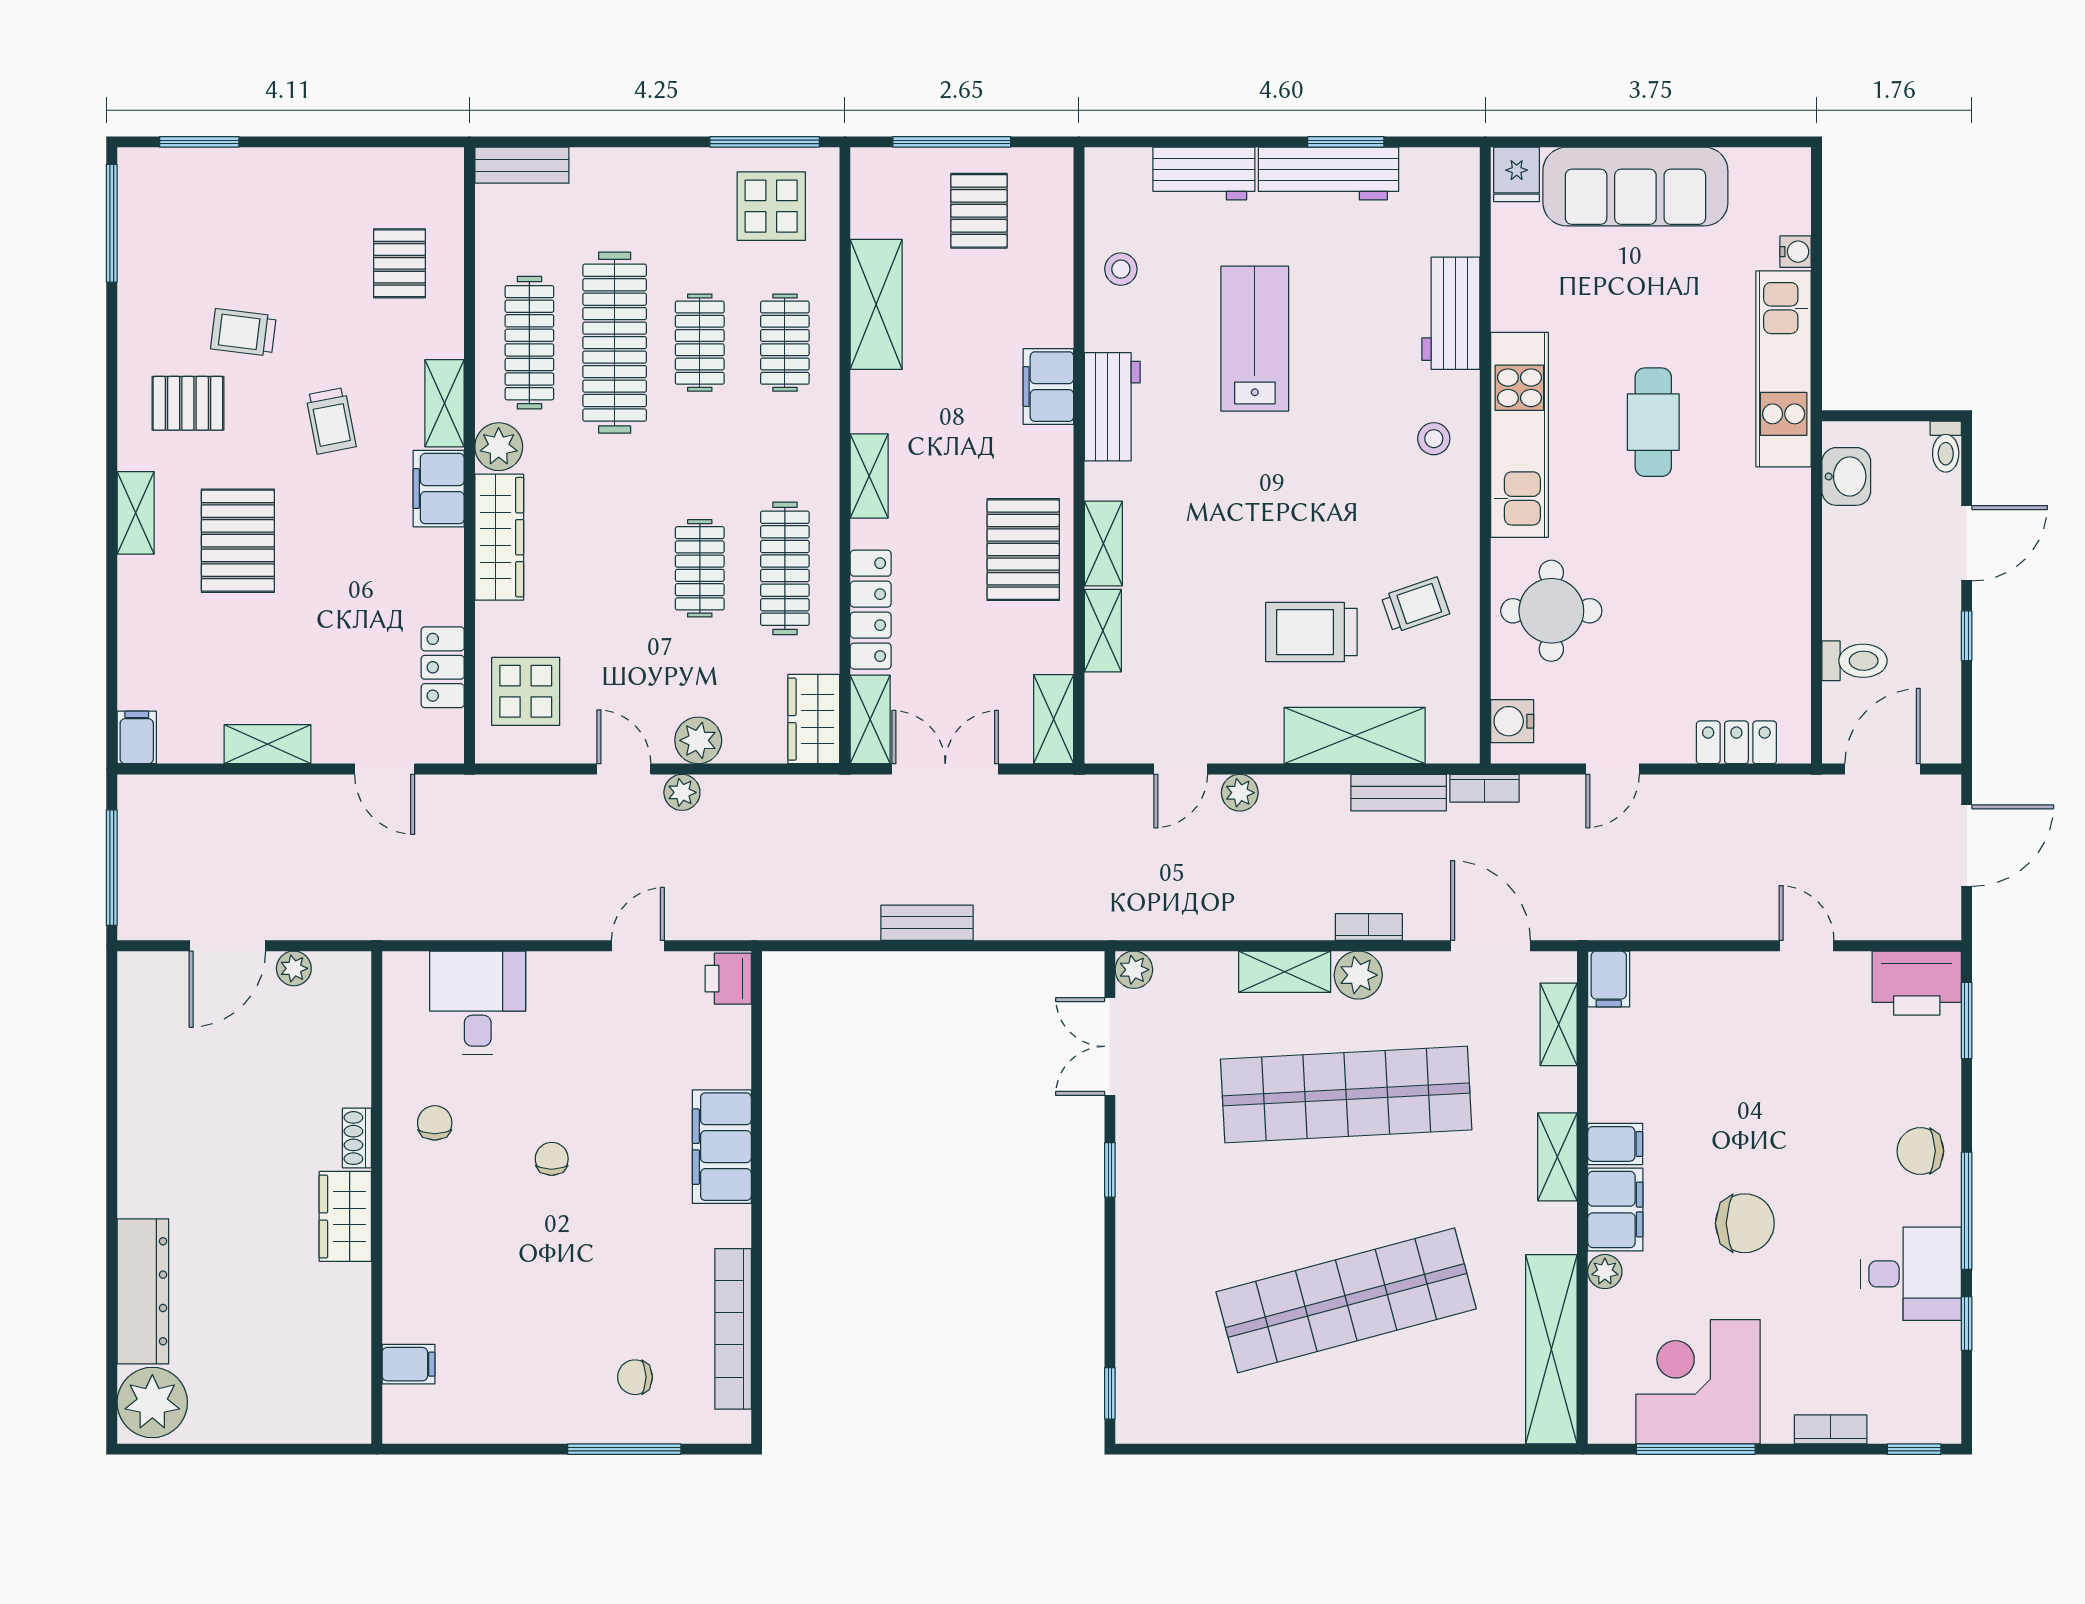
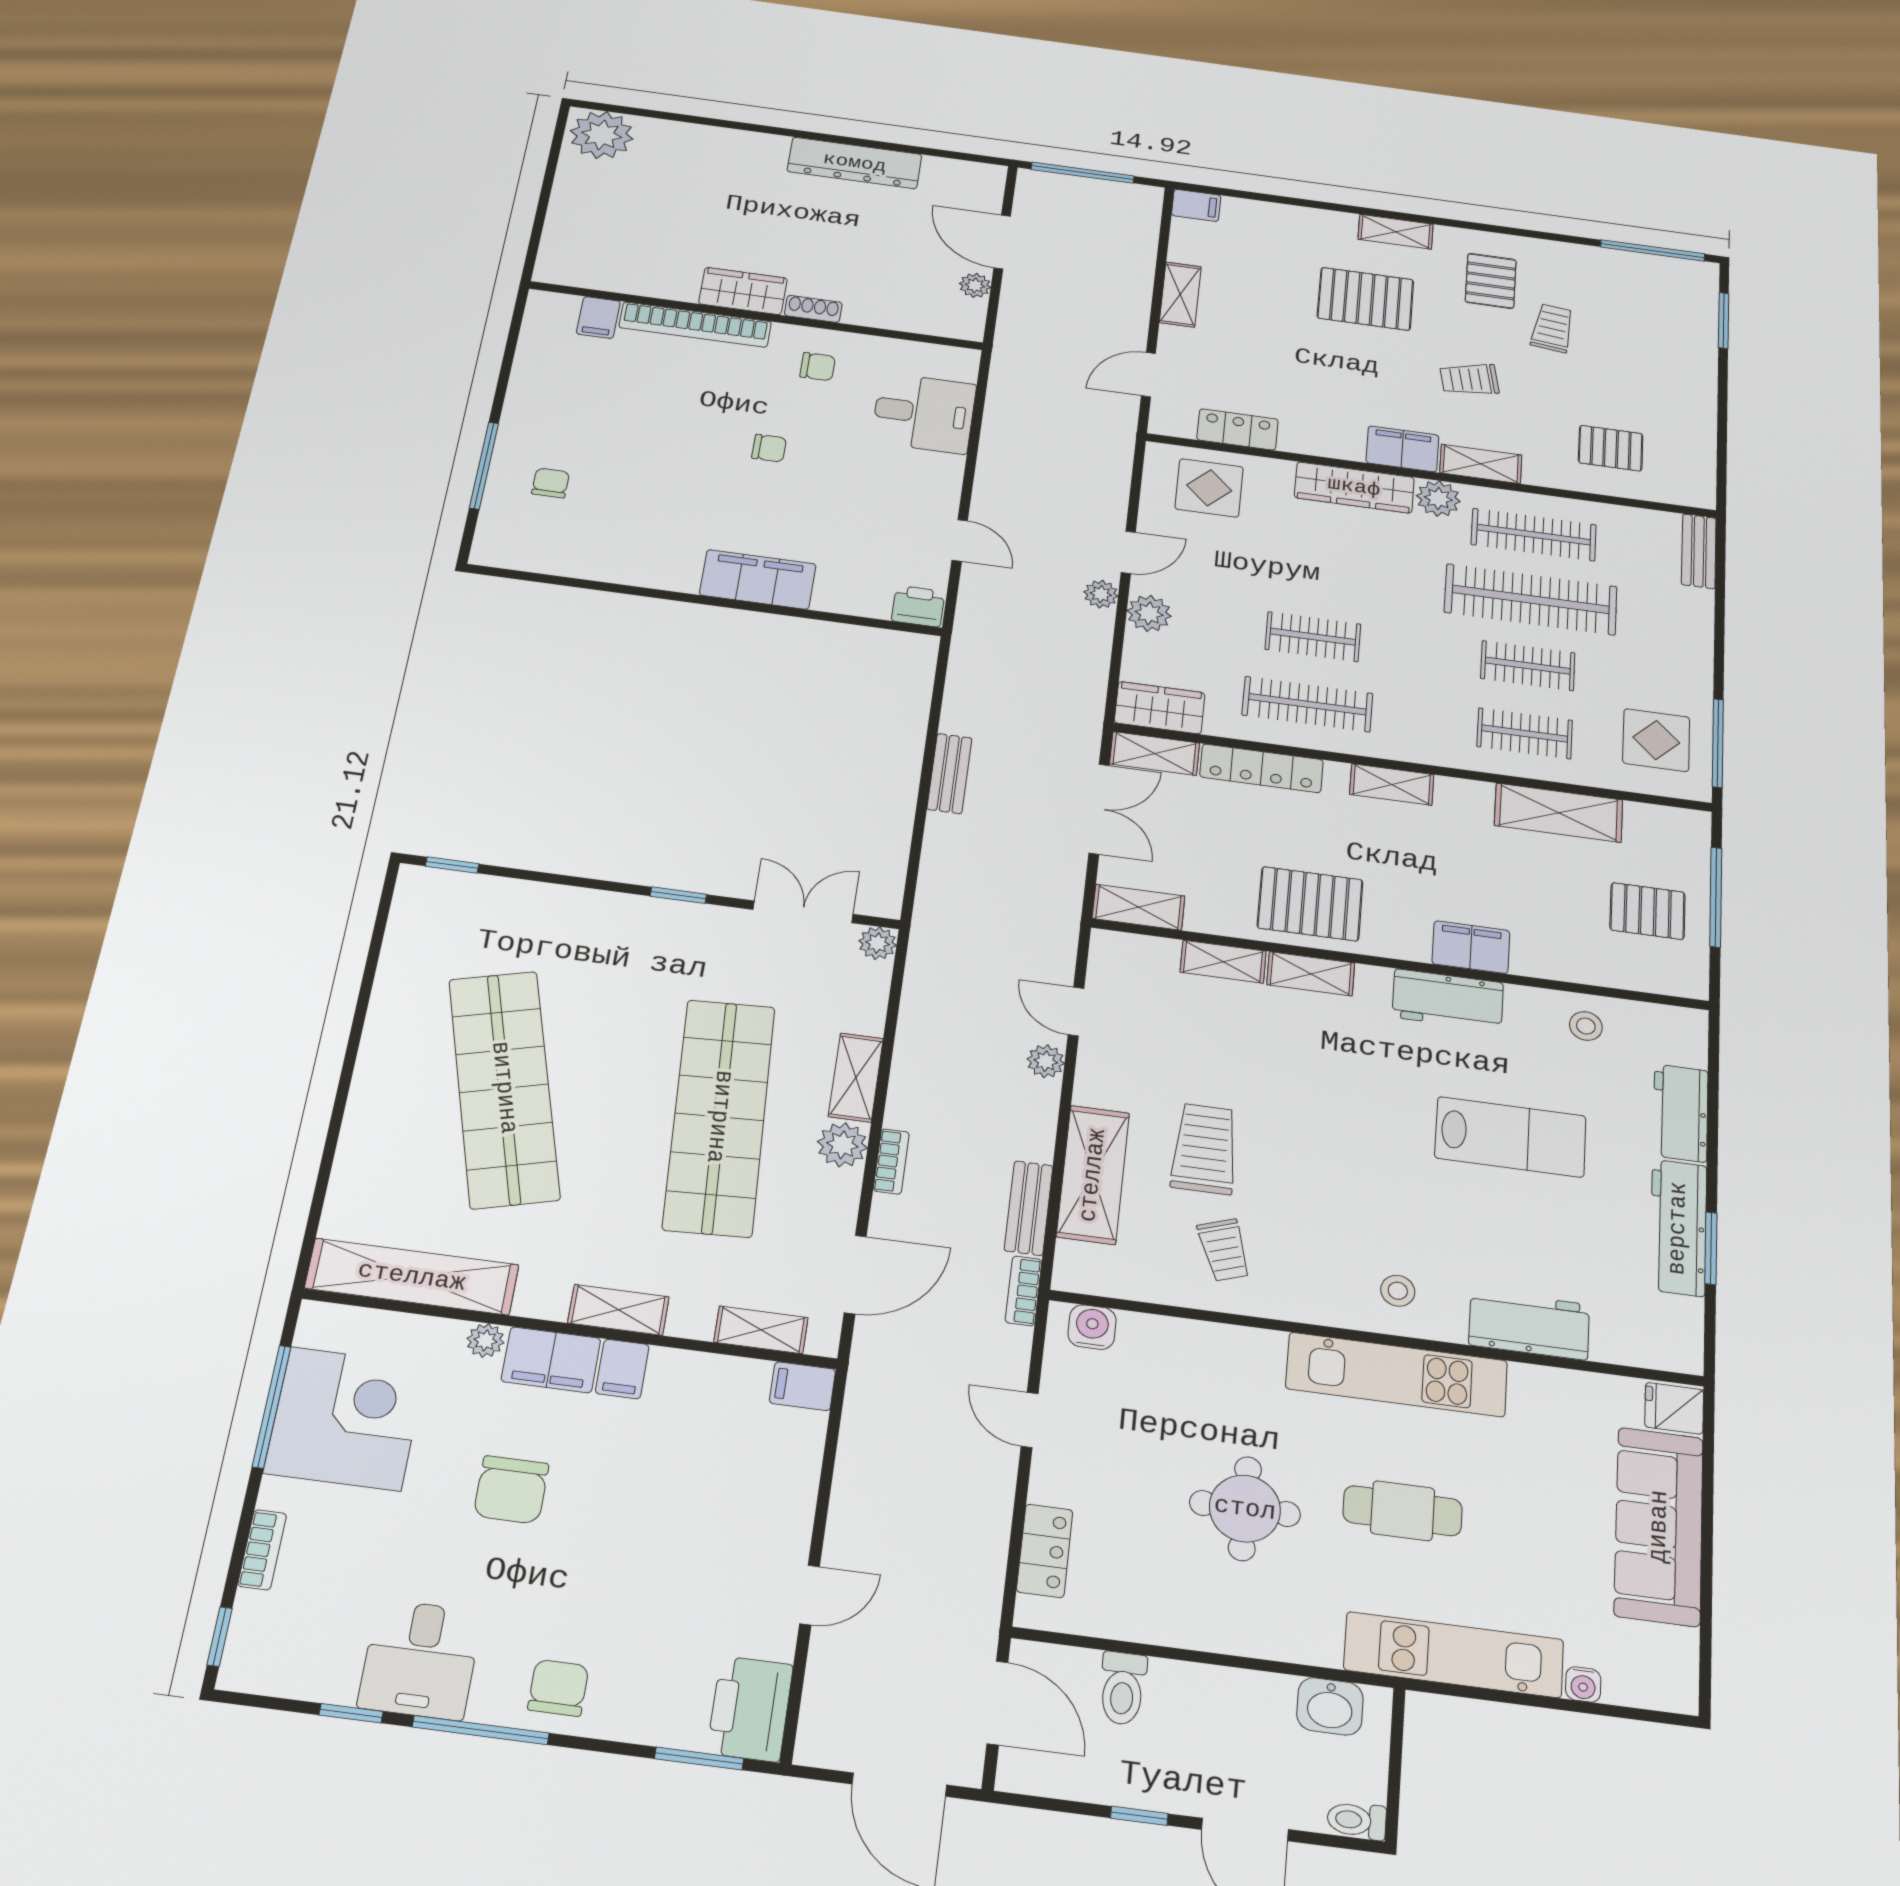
round table: (1551, 611) -> (1245, 1509), moved
dresser: (143, 1291) -> (855, 163), moved
bookcase: (733, 1329) -> (695, 325), moved, turned 180

